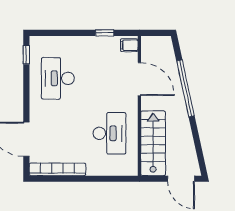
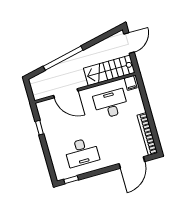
filing cabinet: (129, 45) -> (131, 83), moved
door: (139, 79) -> (66, 93), swing flipped

